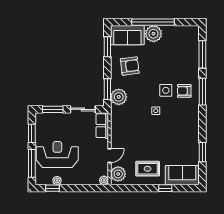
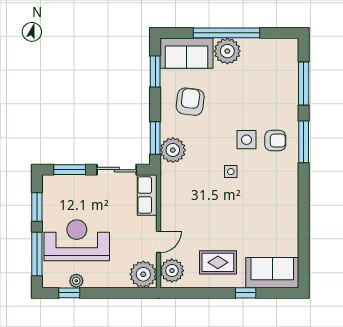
armchair: (130, 66) -> (190, 102), turned -76
armchair: (184, 91) -> (275, 141), turned 180
window: (202, 152) -> (304, 236), removed
plant: (104, 180) -> (143, 274), width x1.88, depth x1.88

